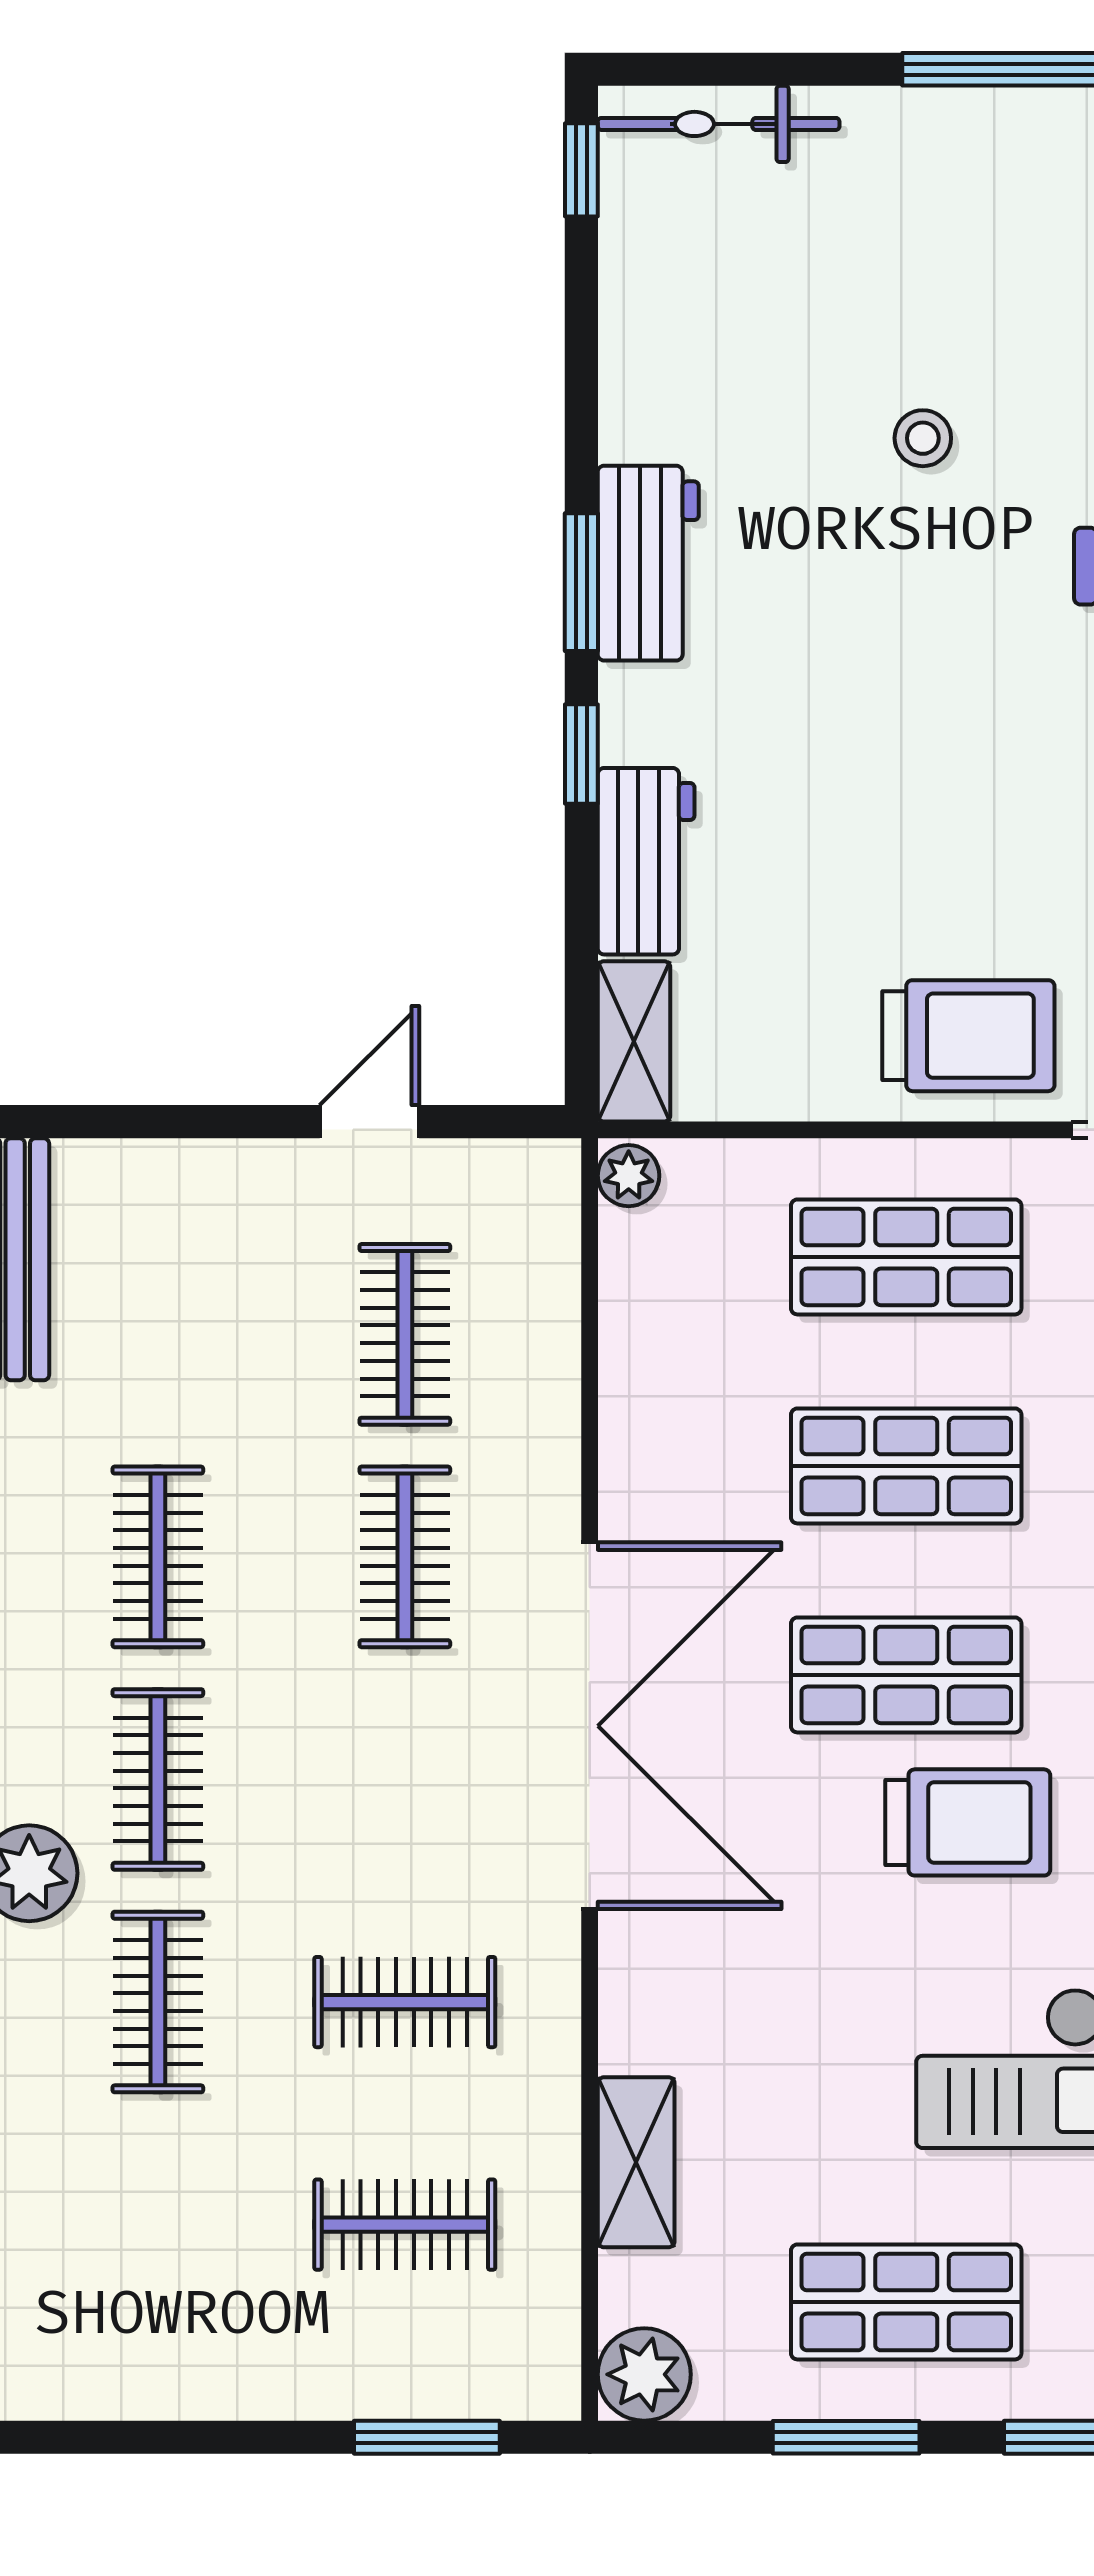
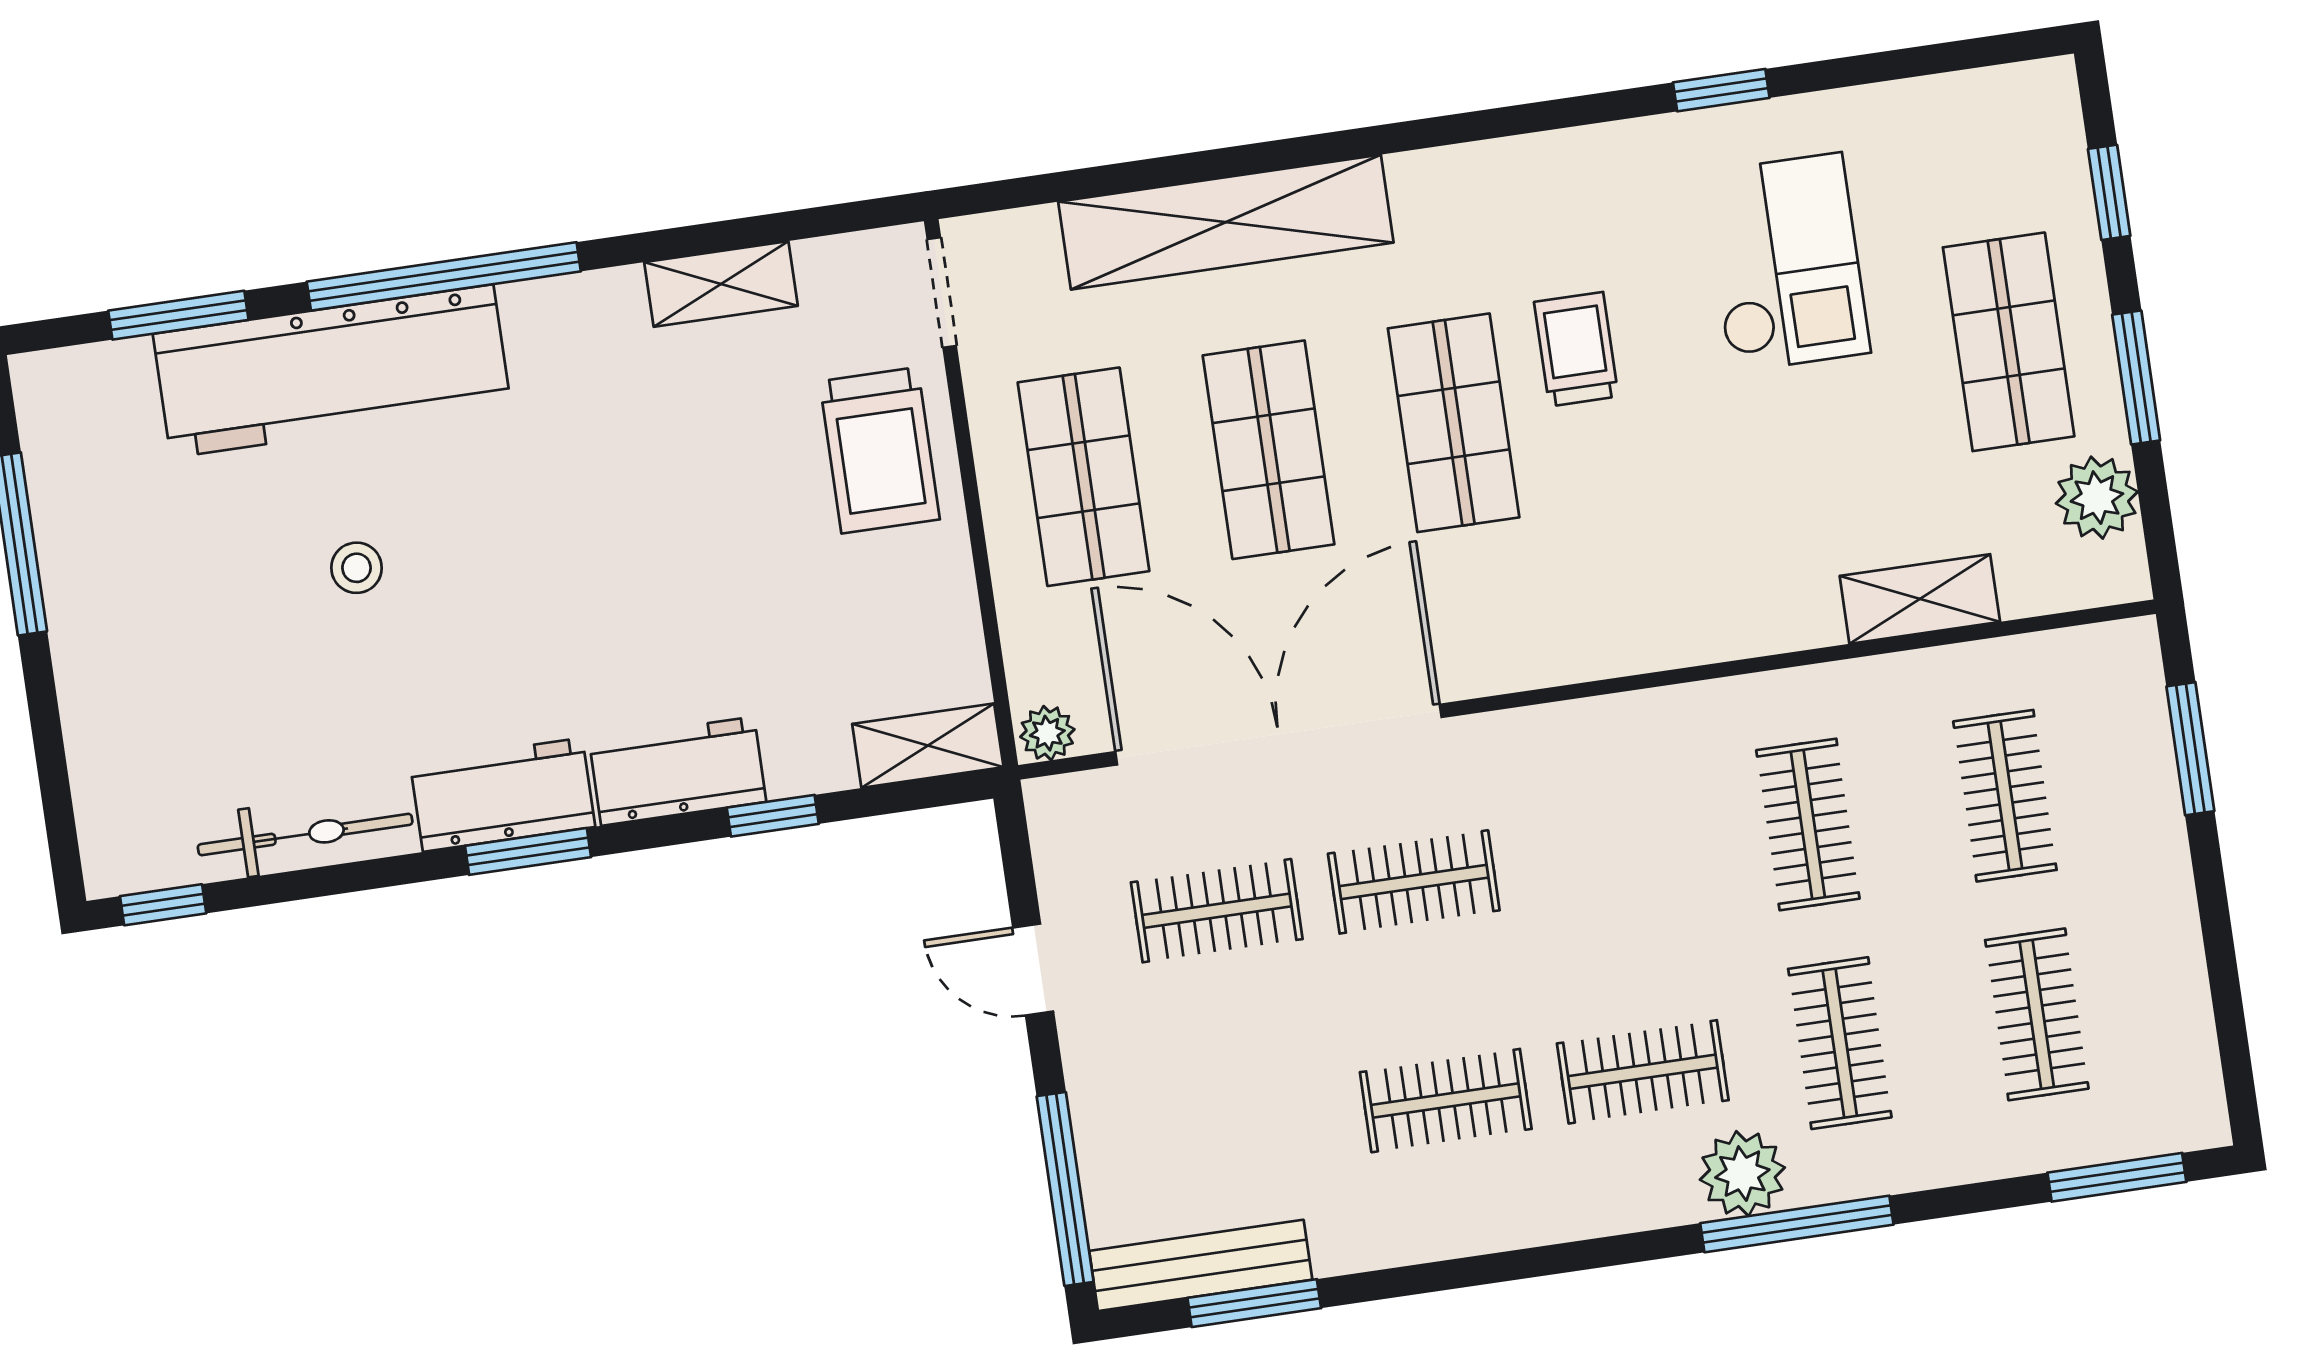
bicycle: (719, 124) -> (305, 835), moved, turned -90
window: (581, 754) -> (773, 816), moved
workbench: (646, 861) -> (678, 771), moved
trolley: (968, 1036) -> (880, 450), turned 180
window: (121, 1122) -> (1065, 1189), added
double door: (590, 1726) -> (1278, 735), moved
trolley: (968, 1822) -> (1576, 349), width x0.73, depth x0.72
clothes rail: (158, 2002) -> (1840, 1043), turned 90
clothes rail: (158, 2225) -> (2037, 1014), added
plant: (644, 2374) -> (2097, 498), moved

